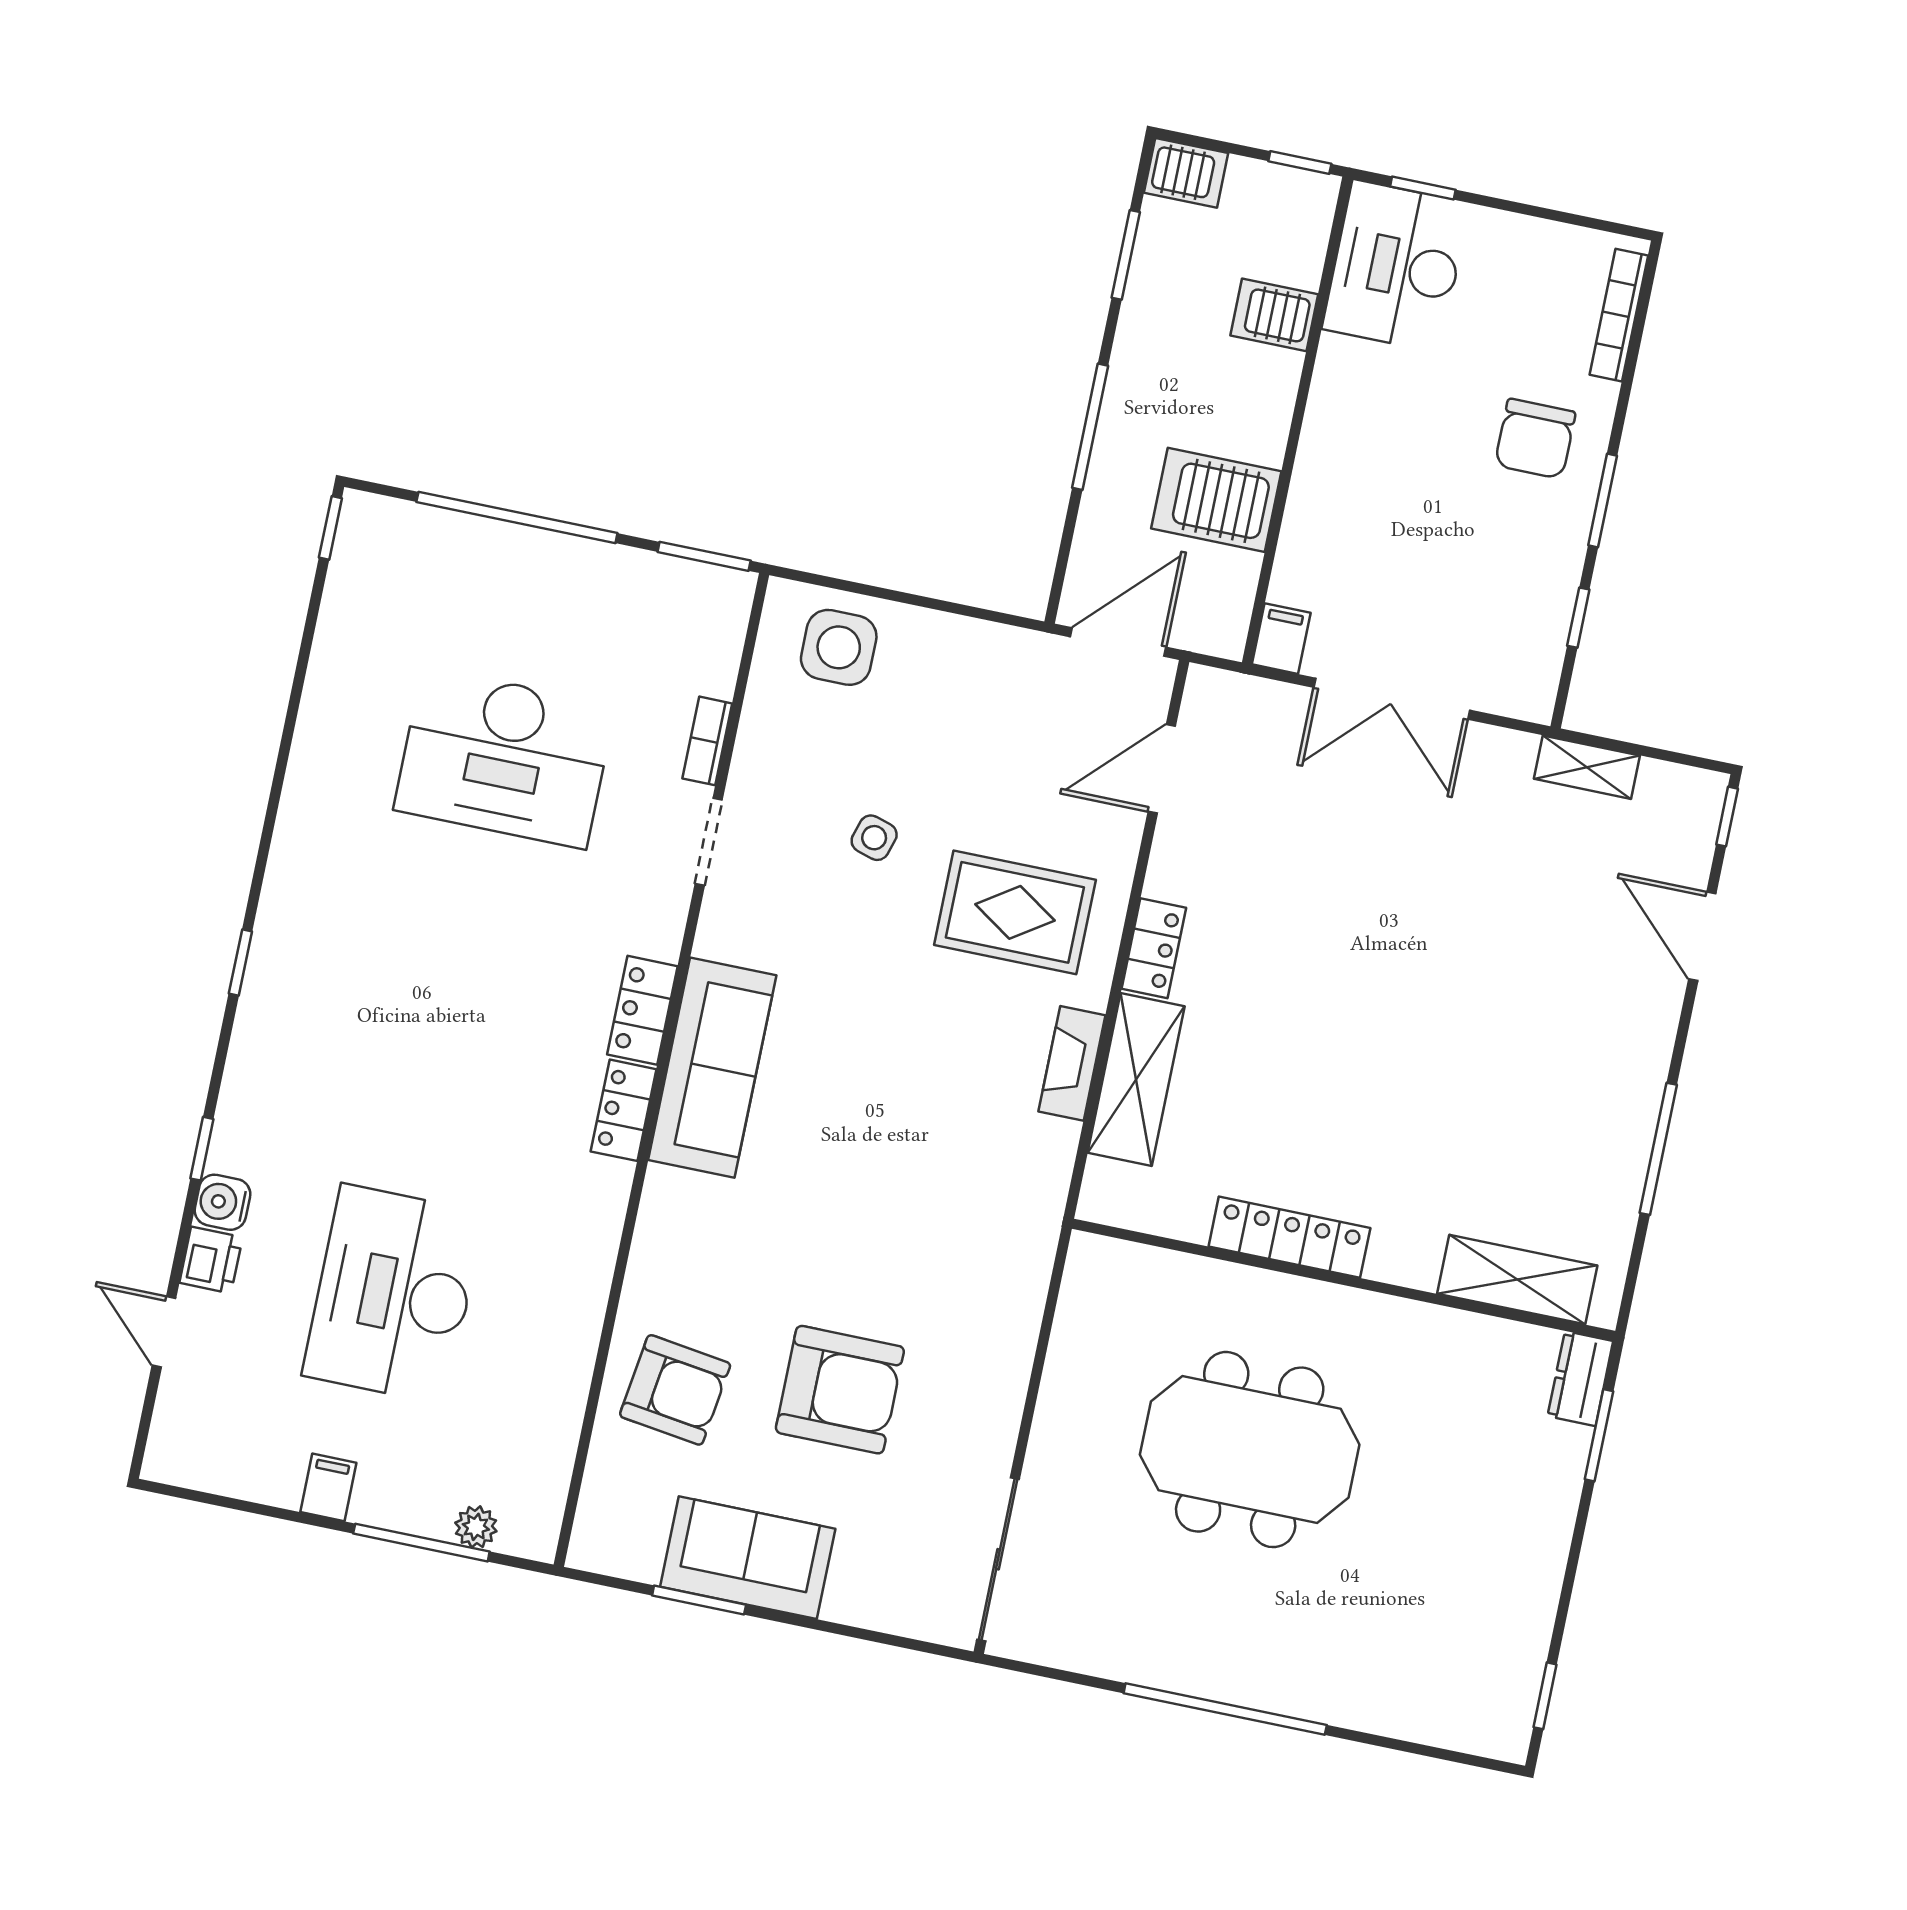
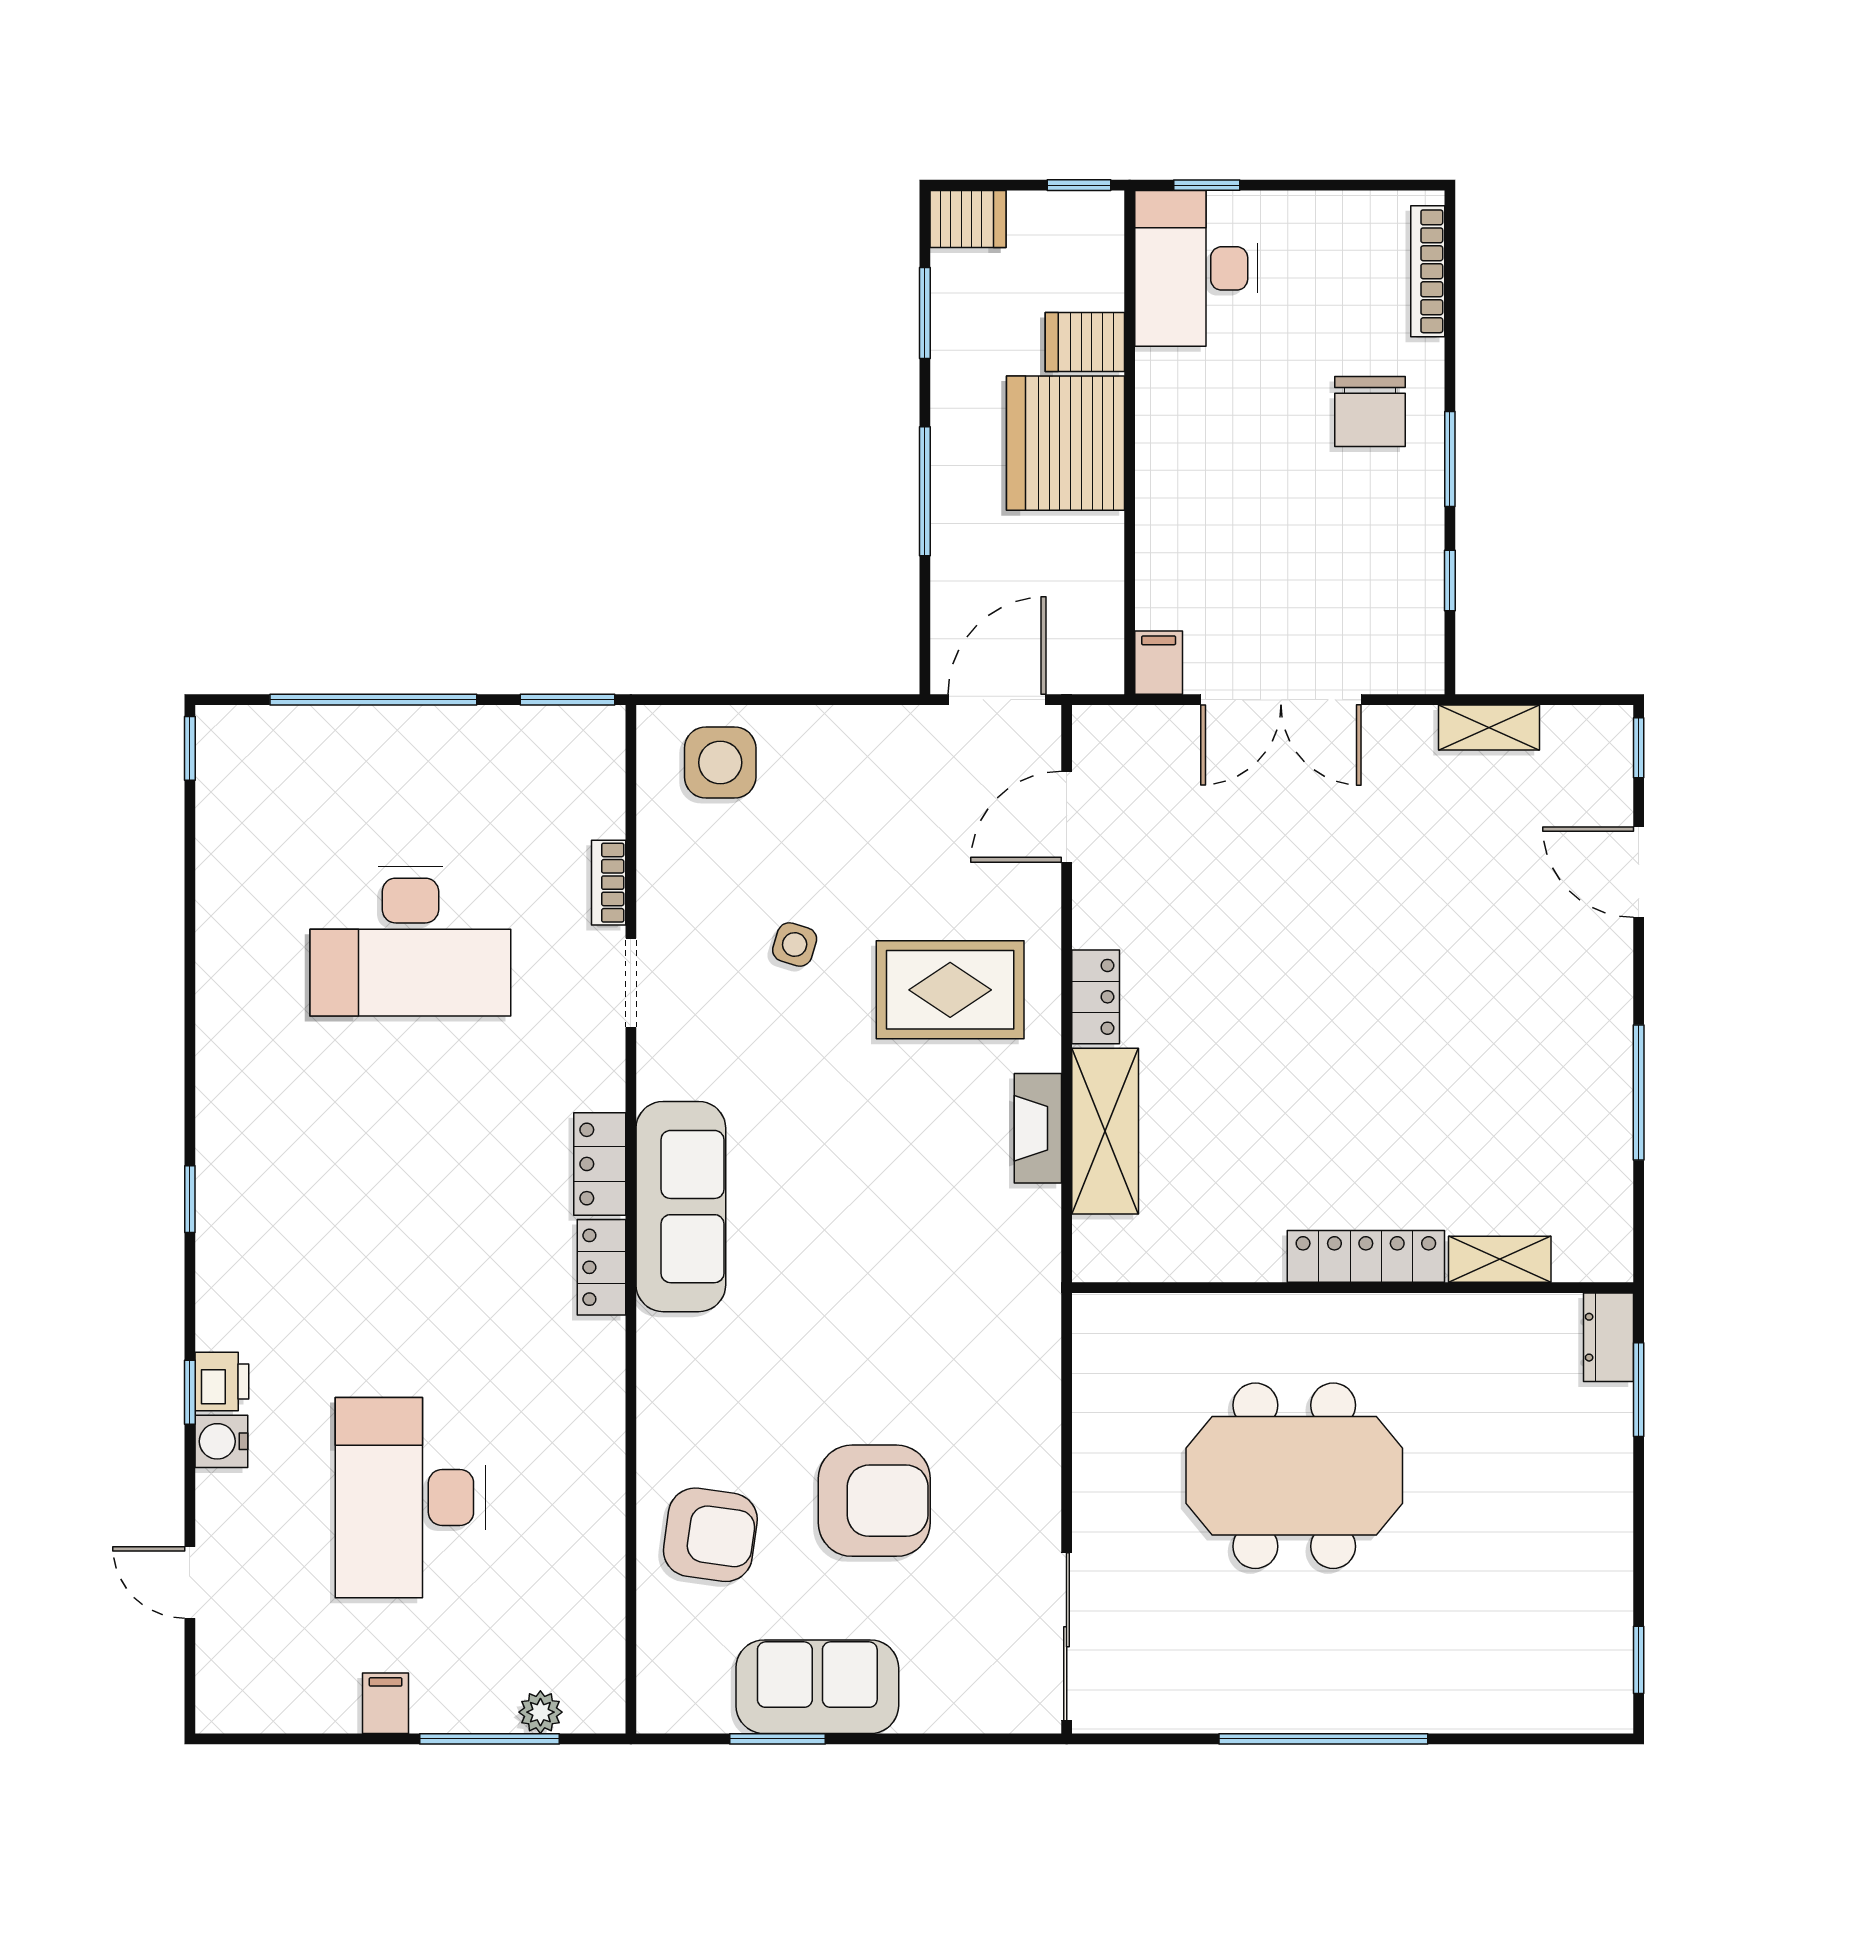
server rack: (1216, 500) -> (1065, 443), moved, width x1.60
locker: (1289, 1237) -> (1366, 1256), moved
printer: (211, 1260) -> (222, 1382), moved
shelving: (1517, 1280) -> (1500, 1259), width x0.67, depth x0.75

